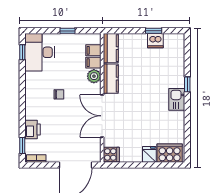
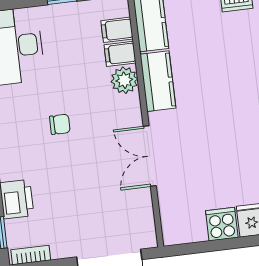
double door: (102, 116) -> (150, 156), width x0.73
cooker: (111, 154) -> (222, 224), moved, turned -90

